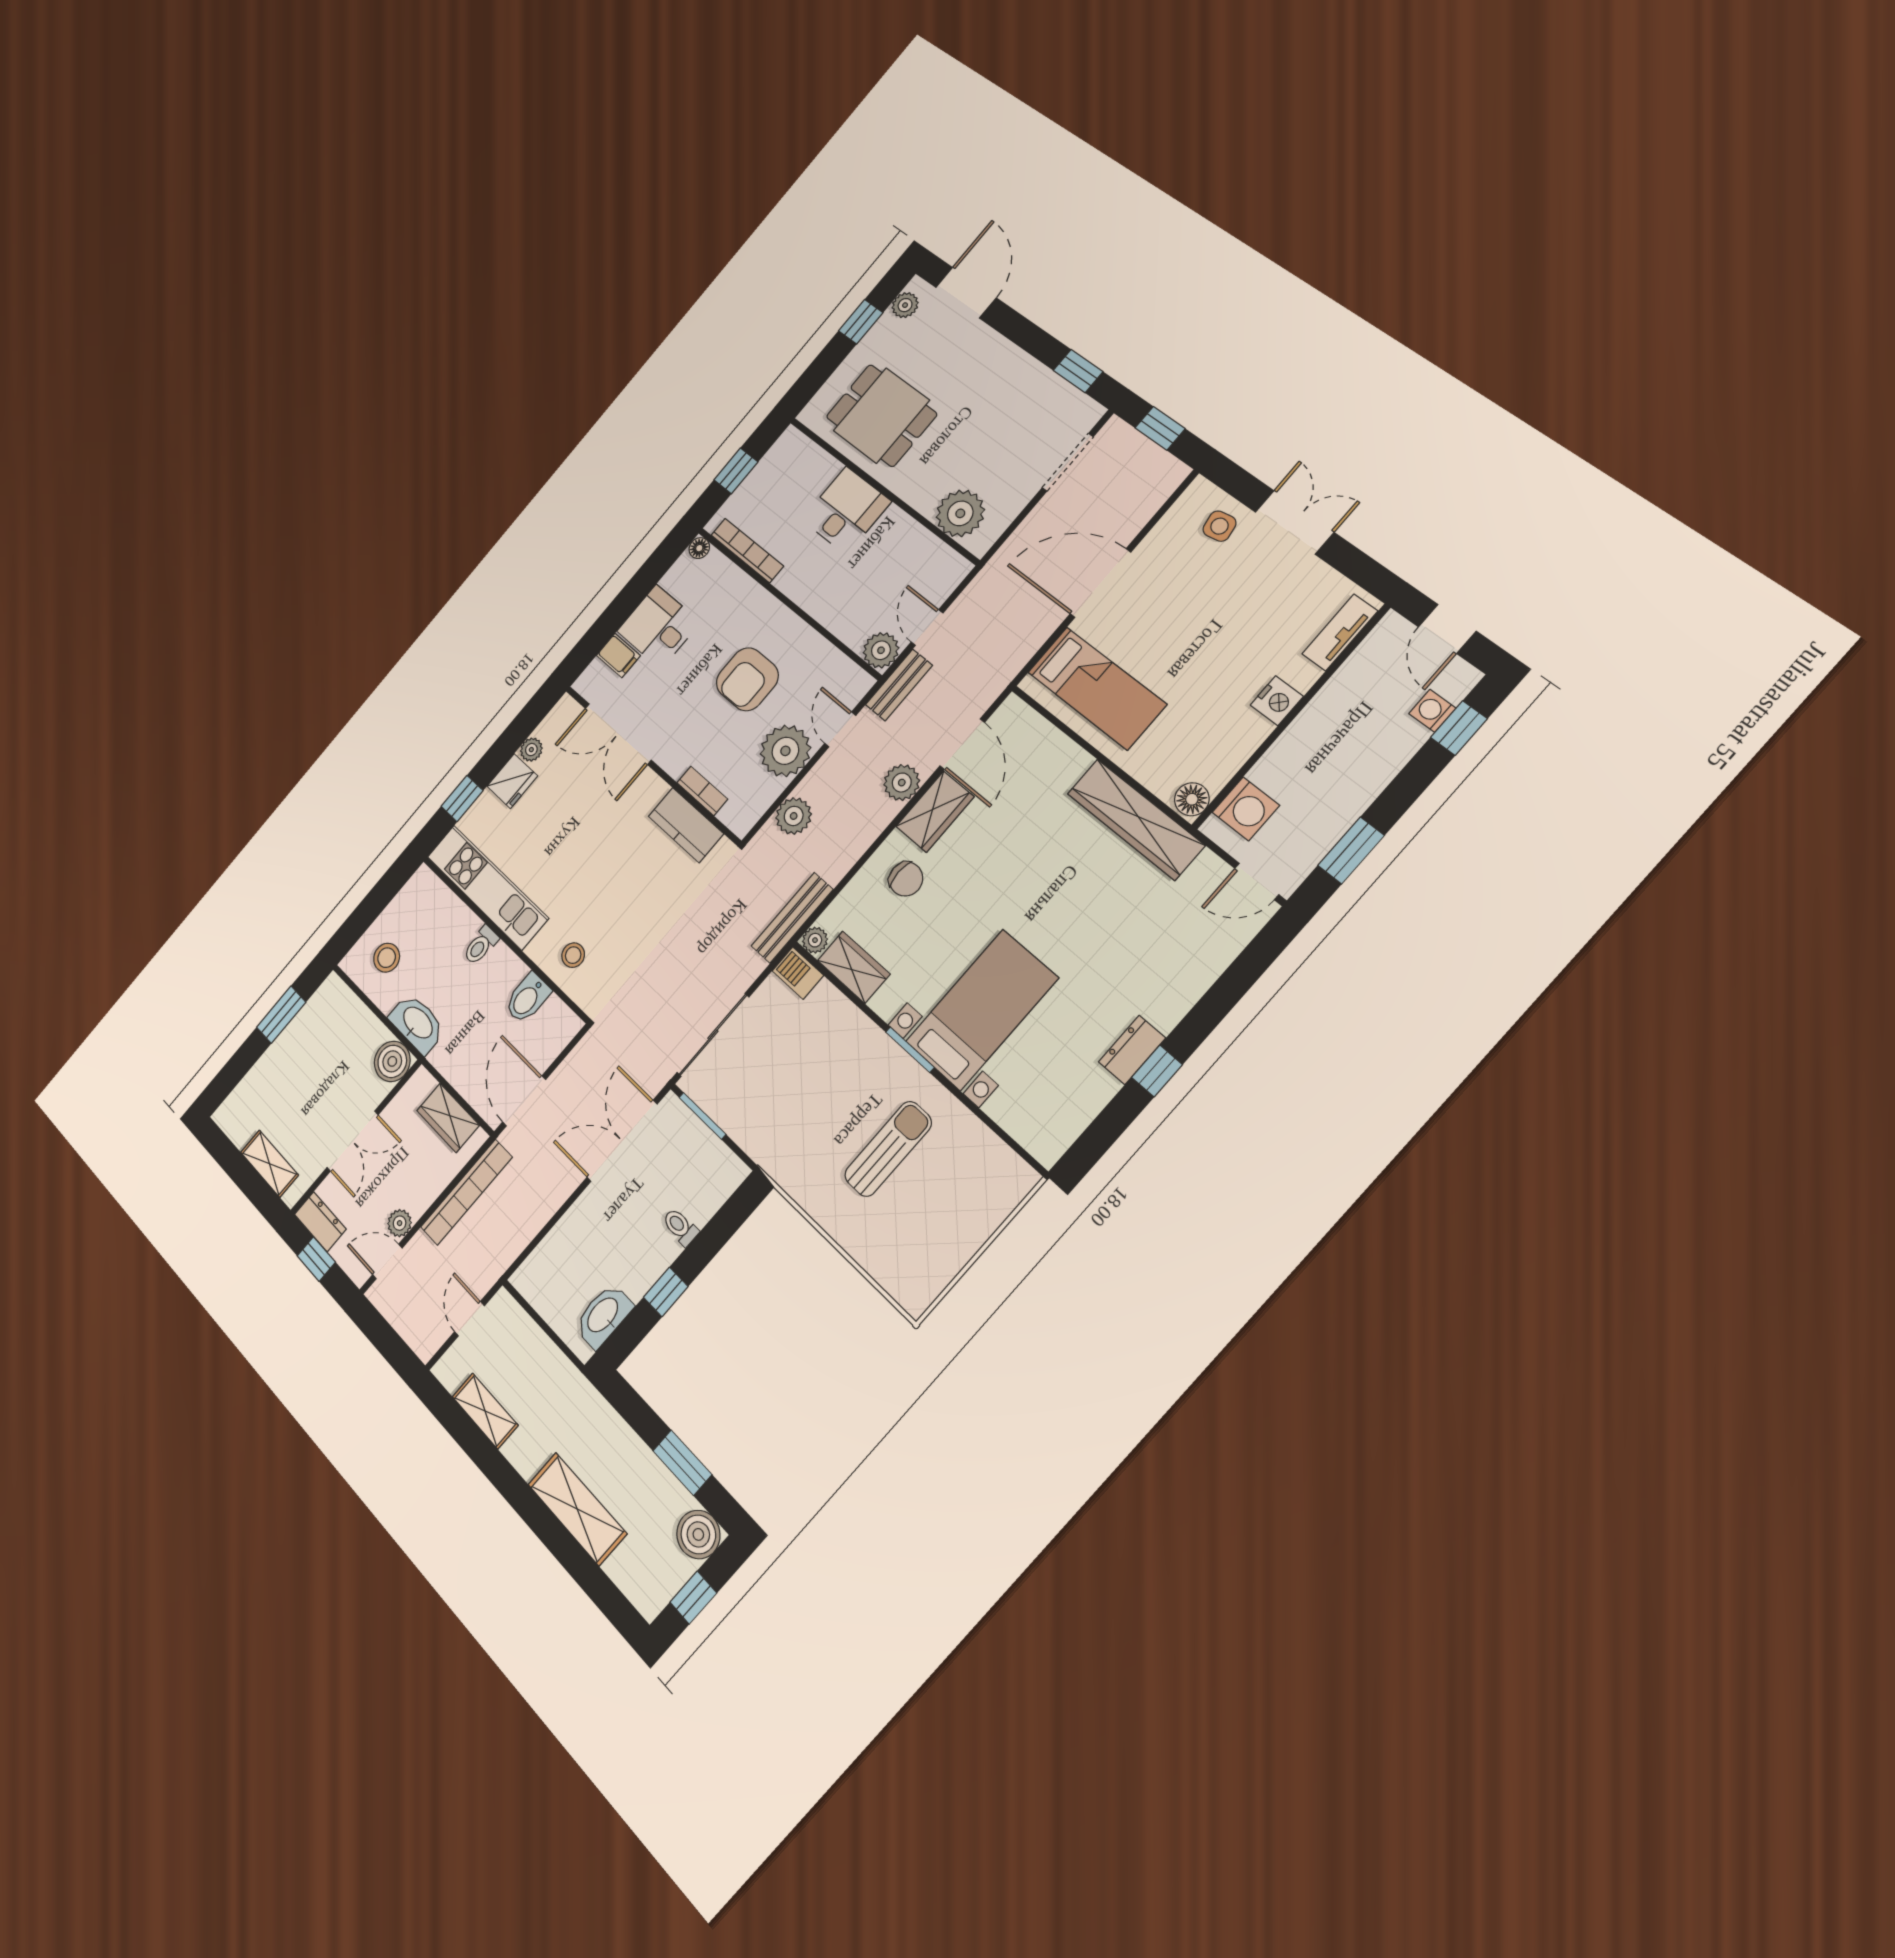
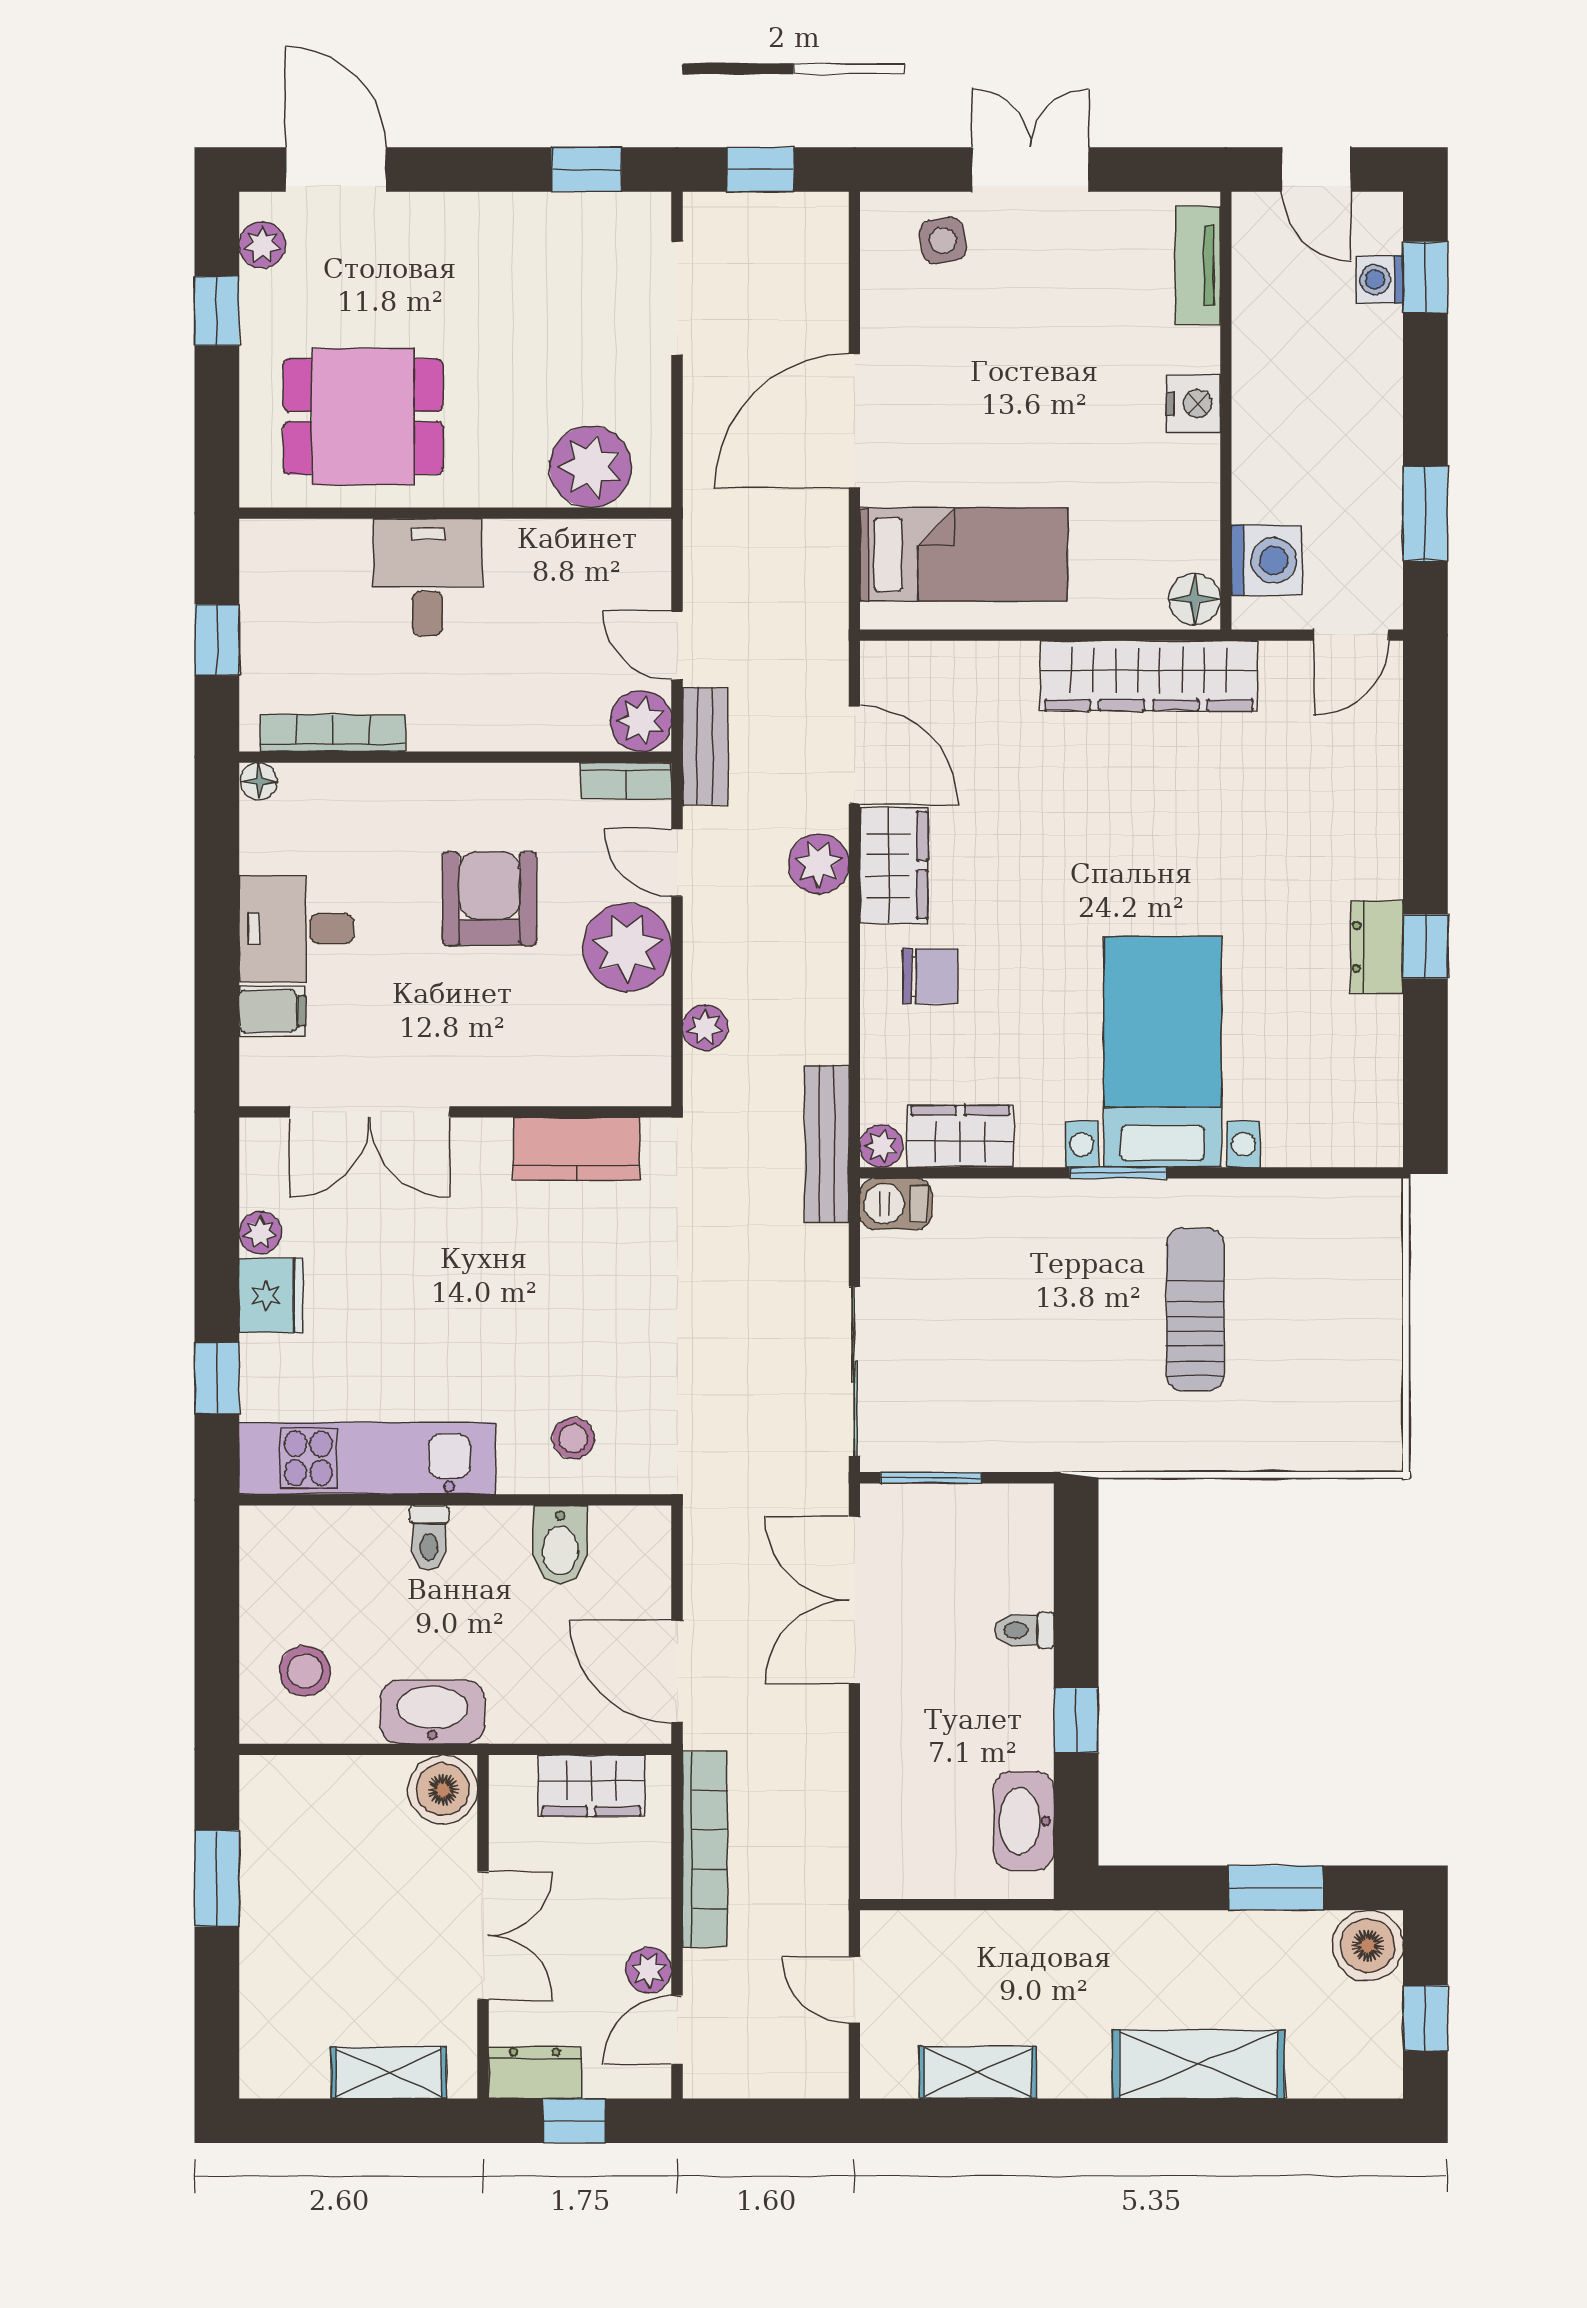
armchair: (747, 679) -> (489, 899), turned 180
bookcase: (702, 791) -> (626, 781), moved, turned 180
plant: (794, 816) -> (705, 1028), width x0.73, depth x0.73

